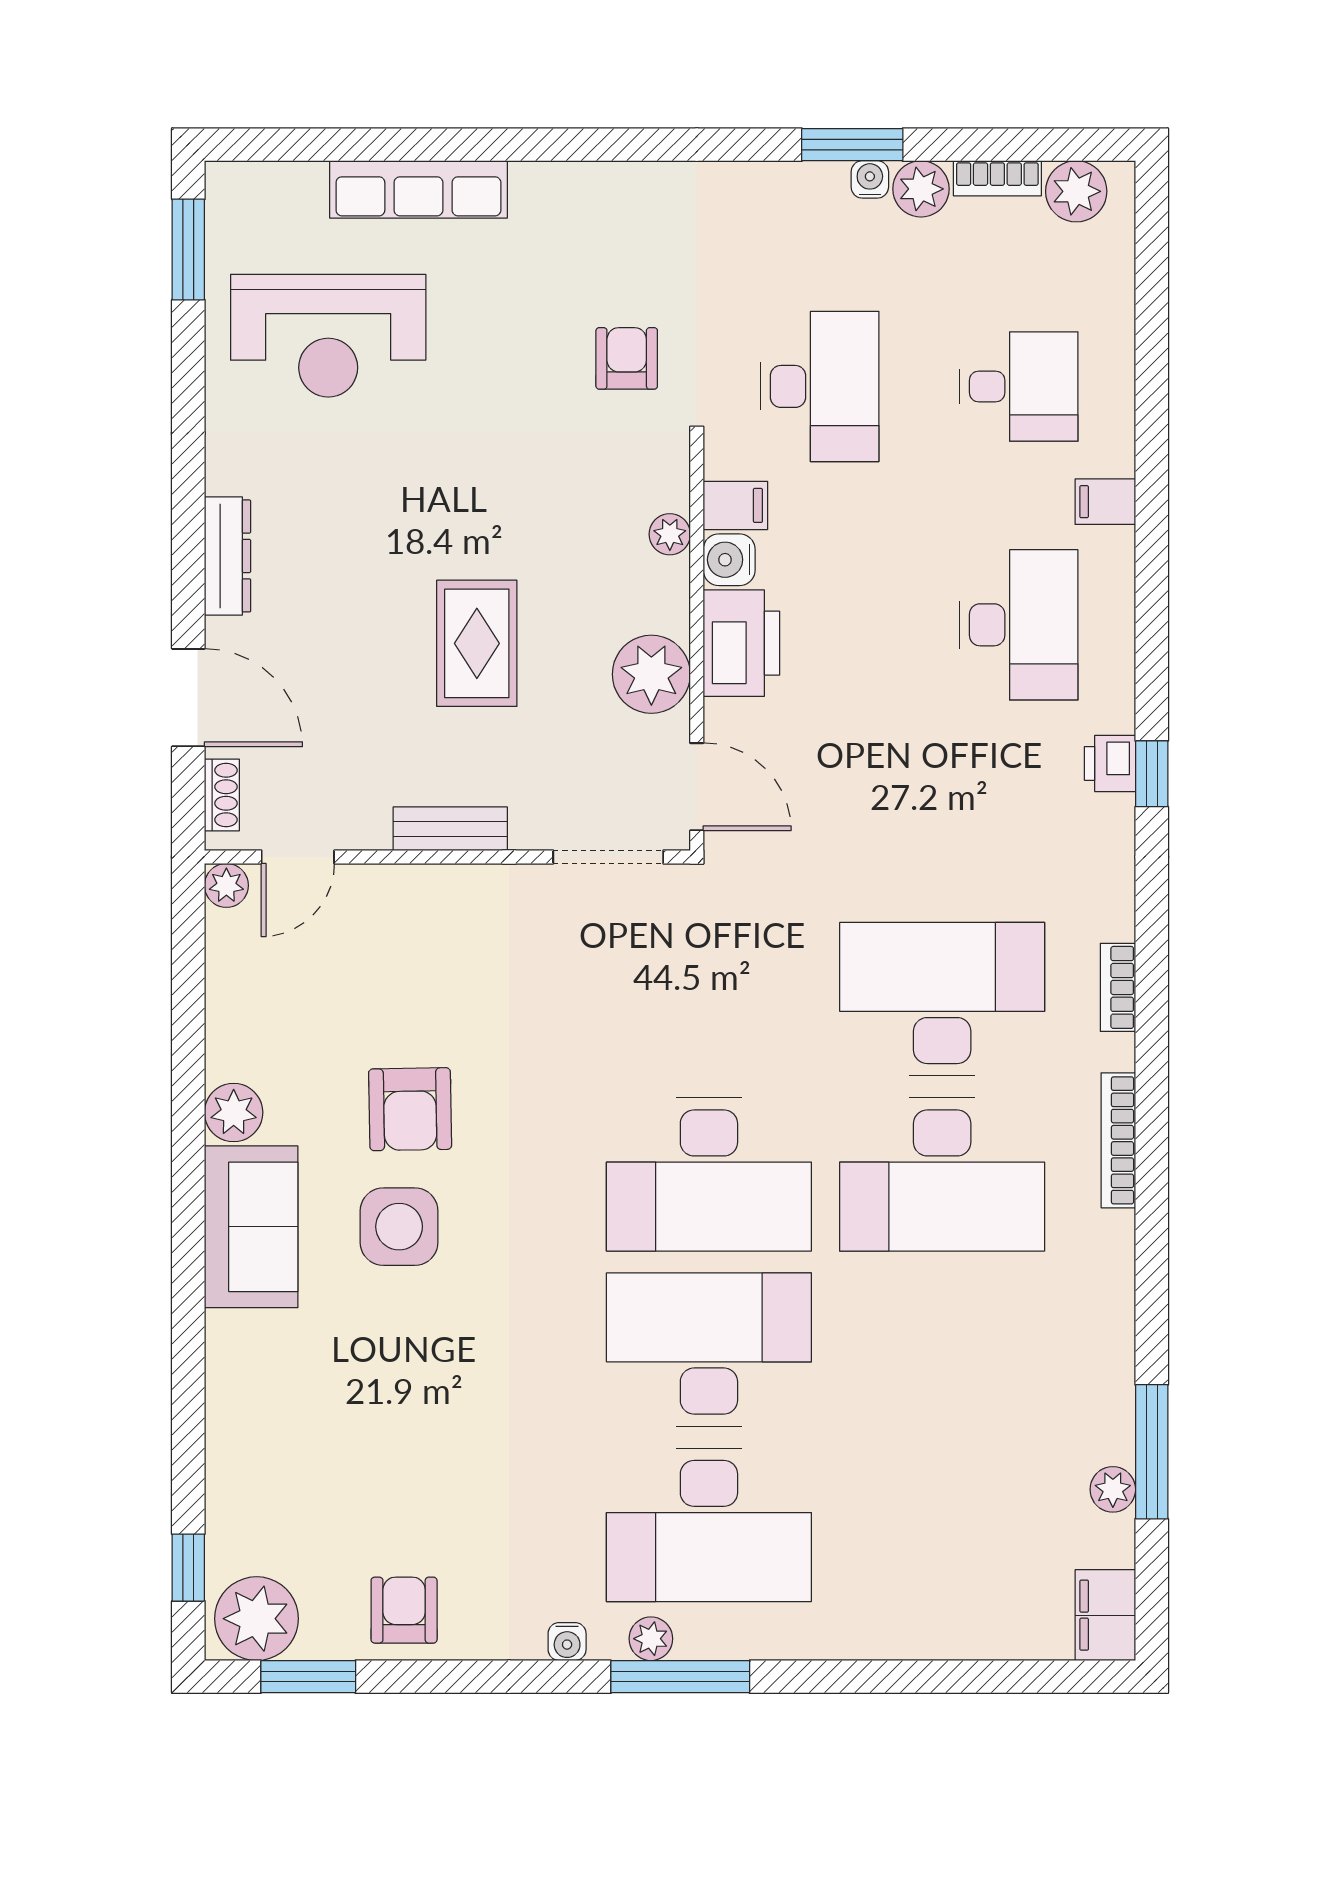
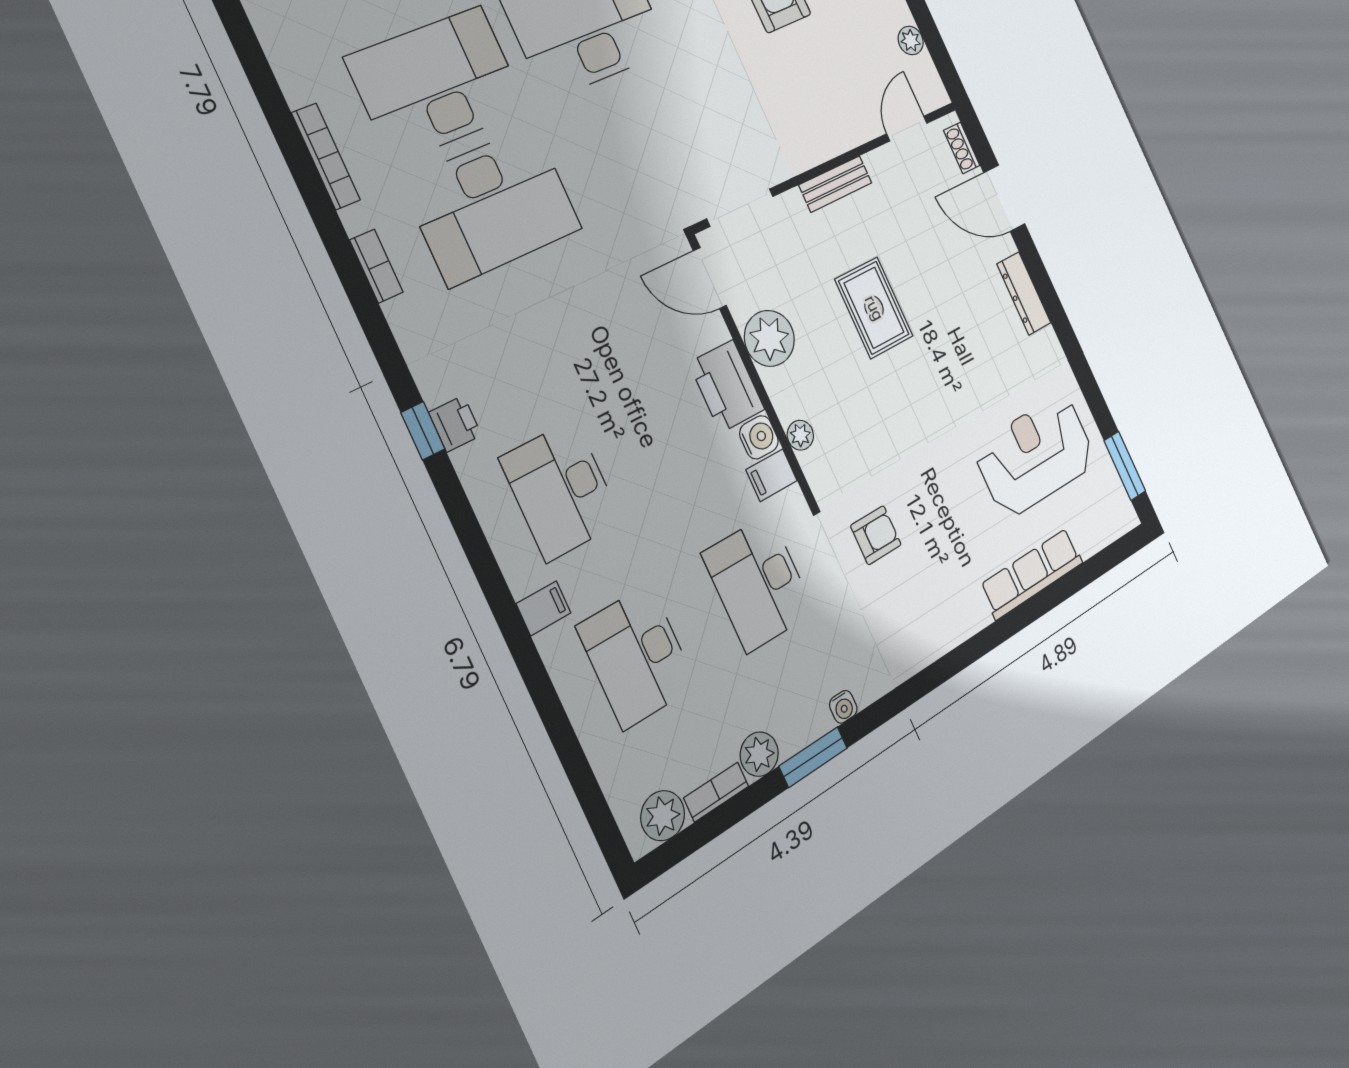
water cooler: (870, 179) -> (843, 707), moved
armchair: (627, 358) -> (876, 535), turned -90
desk: (1019, 386) -> (637, 656), width x1.37
plant: (226, 885) -> (911, 41), moved

